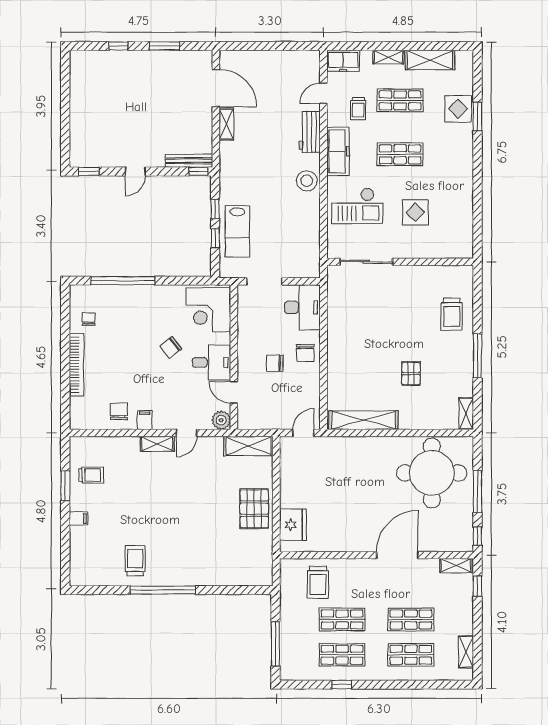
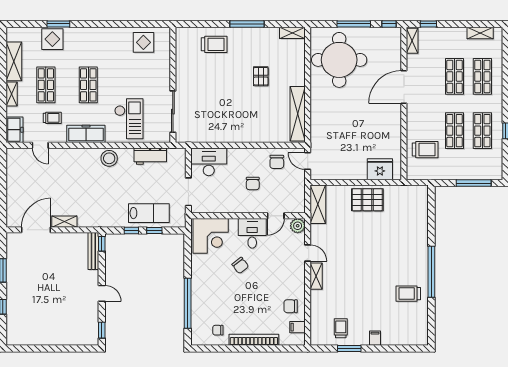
workbench: (310, 132) -> (150, 156), moved
display table: (415, 212) -> (143, 42), moved
chair: (305, 353) -> (277, 162), moved, turned 90
pallet: (411, 373) -> (261, 76), turned 90
filing cabinet: (145, 420) -> (297, 327), moved
door: (397, 555) -> (404, 87), hinge flipped

